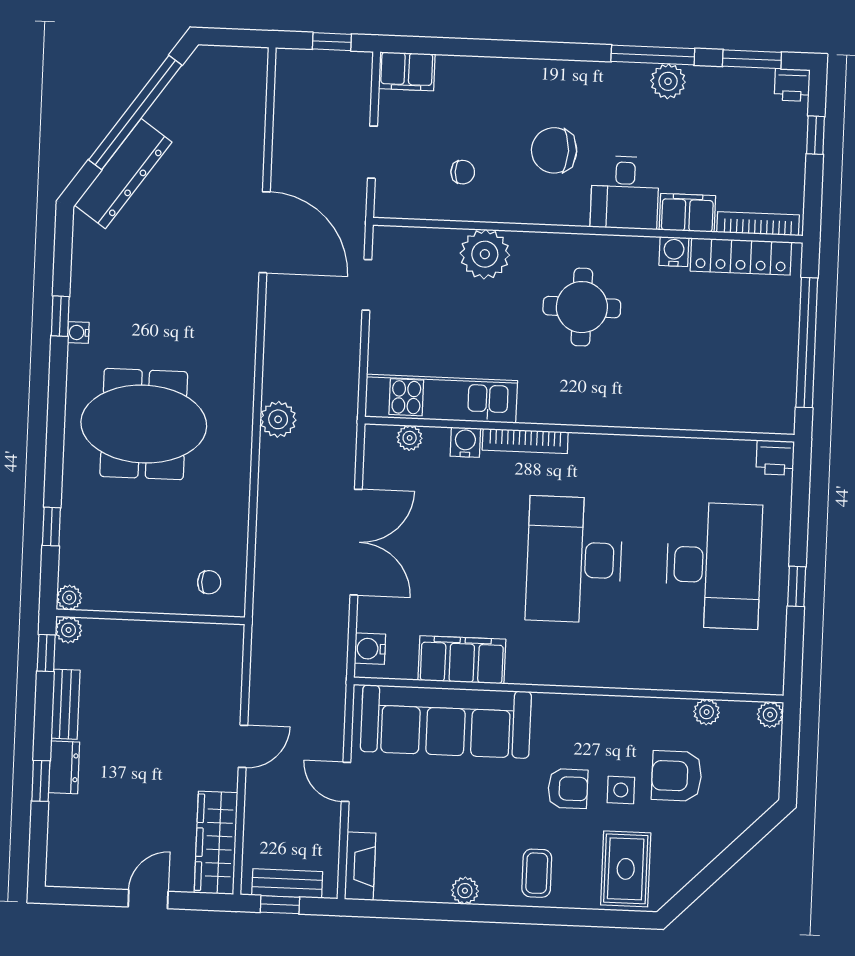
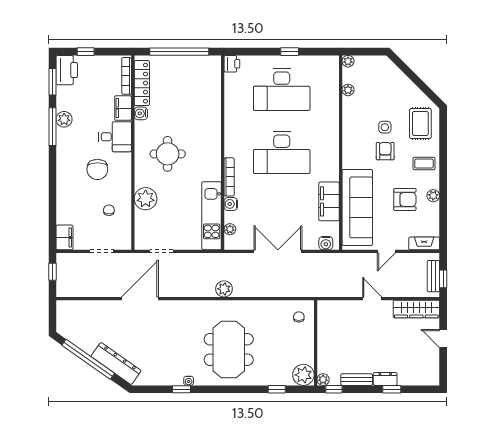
printer: (792, 85) -> (67, 70), width x1.87, depth x1.48
desk: (714, 565) -> (282, 89), turned 180
plant: (69, 598) -> (303, 375), width x1.88, depth x1.88
armchair: (677, 776) -> (405, 199), moved, turned -90
rug: (626, 869) -> (420, 123), turned 90

